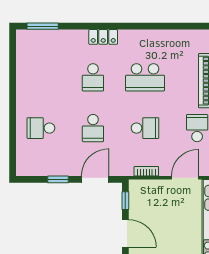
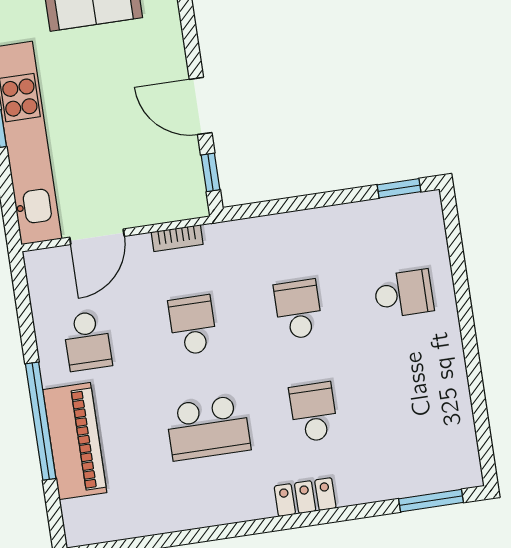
school desk: (145, 77) -> (208, 428), turned 180
school desk: (145, 128) -> (193, 325), turned 90
window: (58, 179) -> (399, 188), moved
door: (95, 179) -> (278, 206), removed

